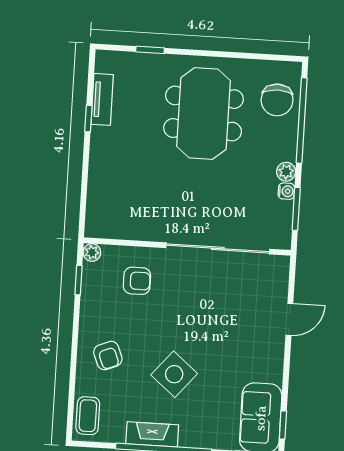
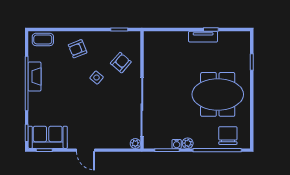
tv unit: (102, 99) -> (203, 37), moved
chair: (277, 100) -> (228, 136), turned 90
plant: (92, 252) -> (135, 144), moved
armchair: (137, 281) -> (121, 63), turned -139
door: (289, 319) -> (86, 150), moved
side table: (174, 374) -> (97, 78), moved, width x0.54, depth x0.54

